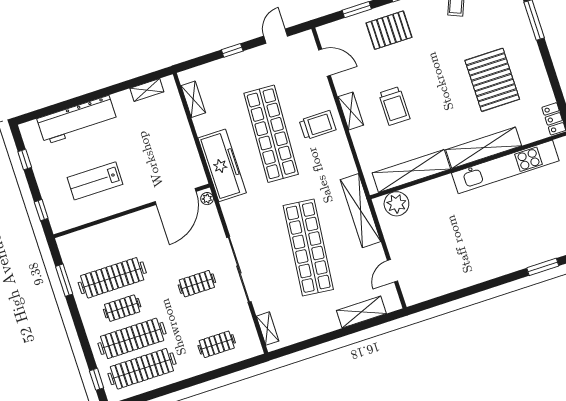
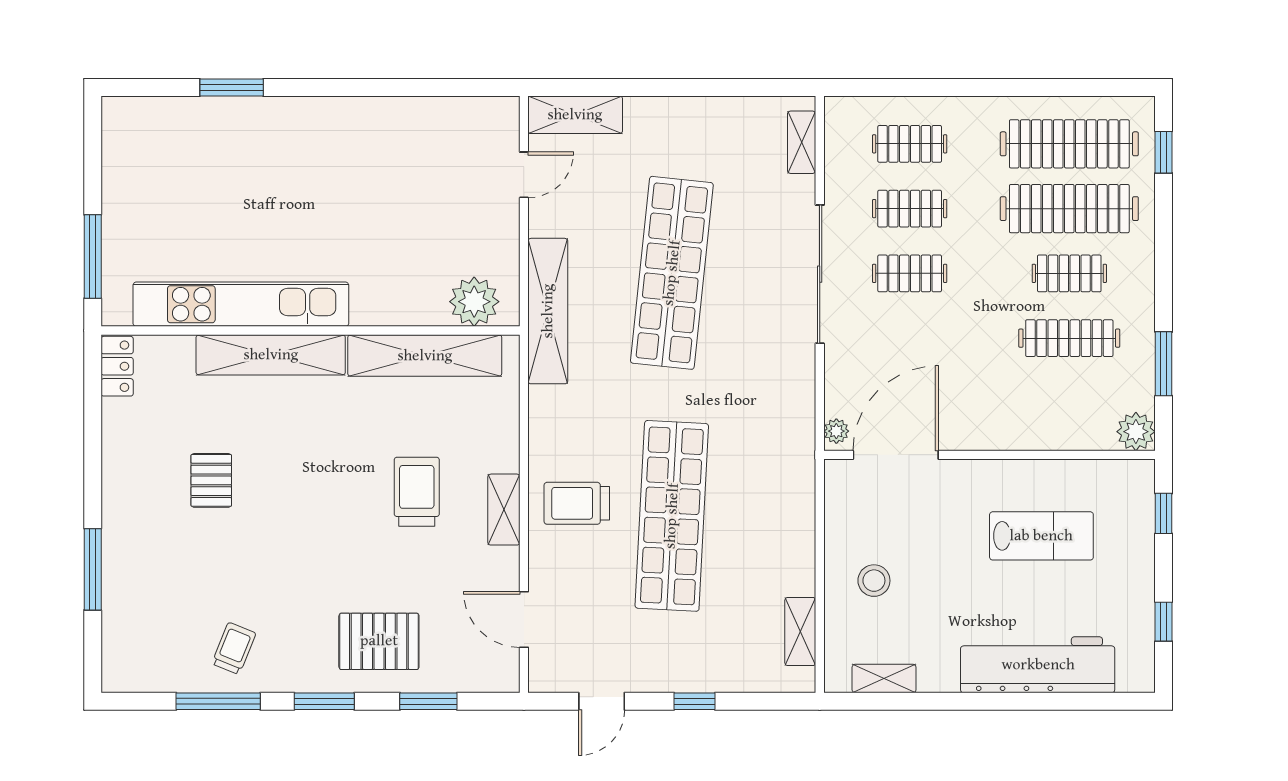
pallet: (492, 80) -> (211, 480), width x0.49, depth x0.50
stool: (167, 134) -> (874, 581), added
freezer: (222, 165) -> (786, 486), removed
plant: (67, 244) -> (1136, 432), added
clothes rail: (112, 278) -> (1069, 338), width x0.73, depth x0.76
shelving: (361, 312) -> (575, 115), moved
clothes rail: (207, 314) -> (910, 209), added

